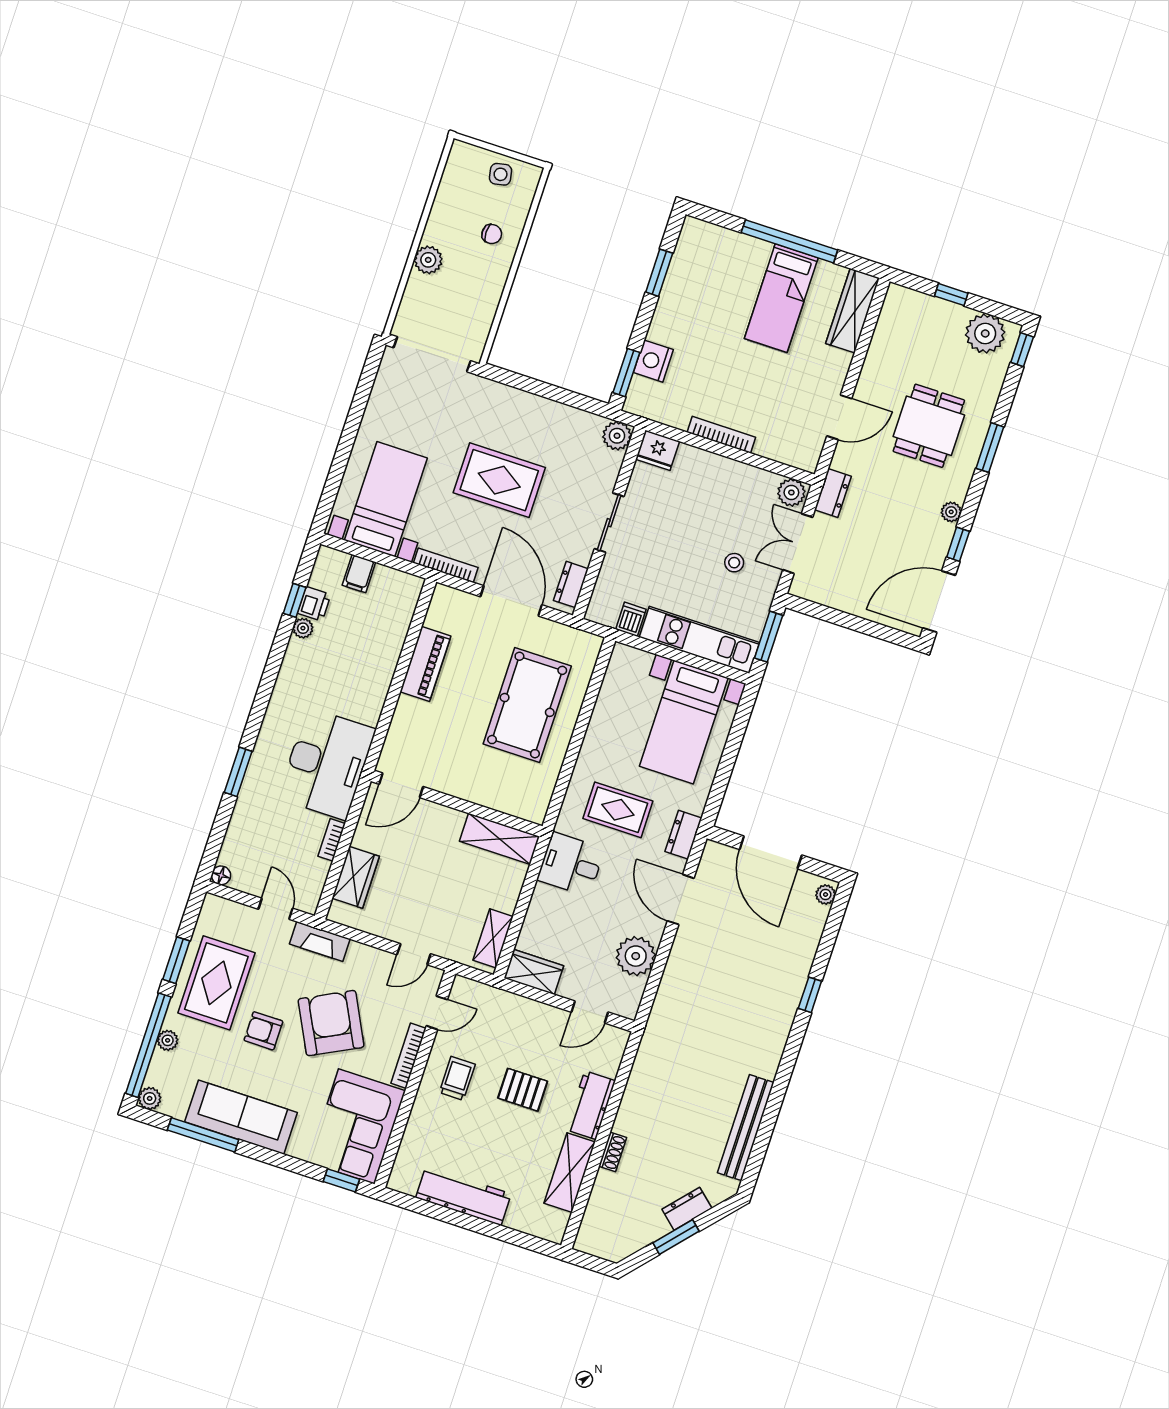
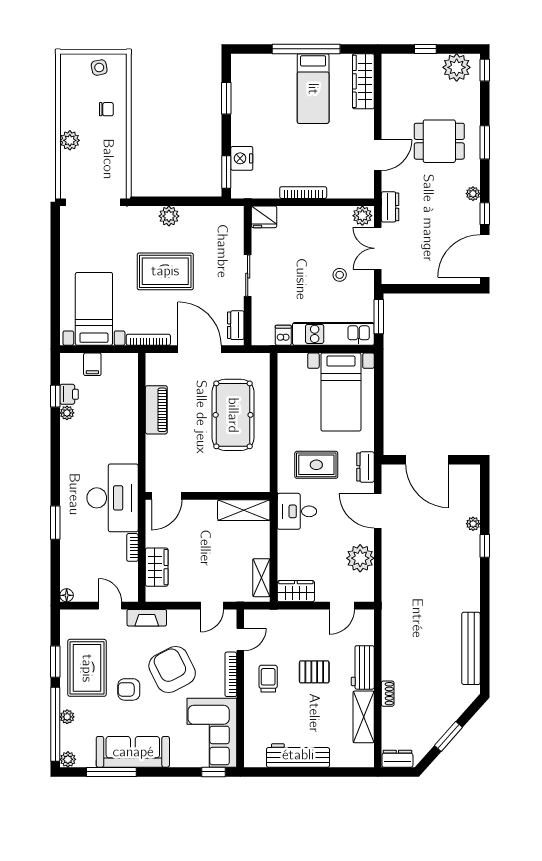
dining table: (929, 426) -> (439, 141), turned 90
plant: (617, 436) -> (169, 216), moved
plant: (826, 895) -> (473, 524), moved
dresser: (687, 1209) -> (397, 759), moved, turned 48

